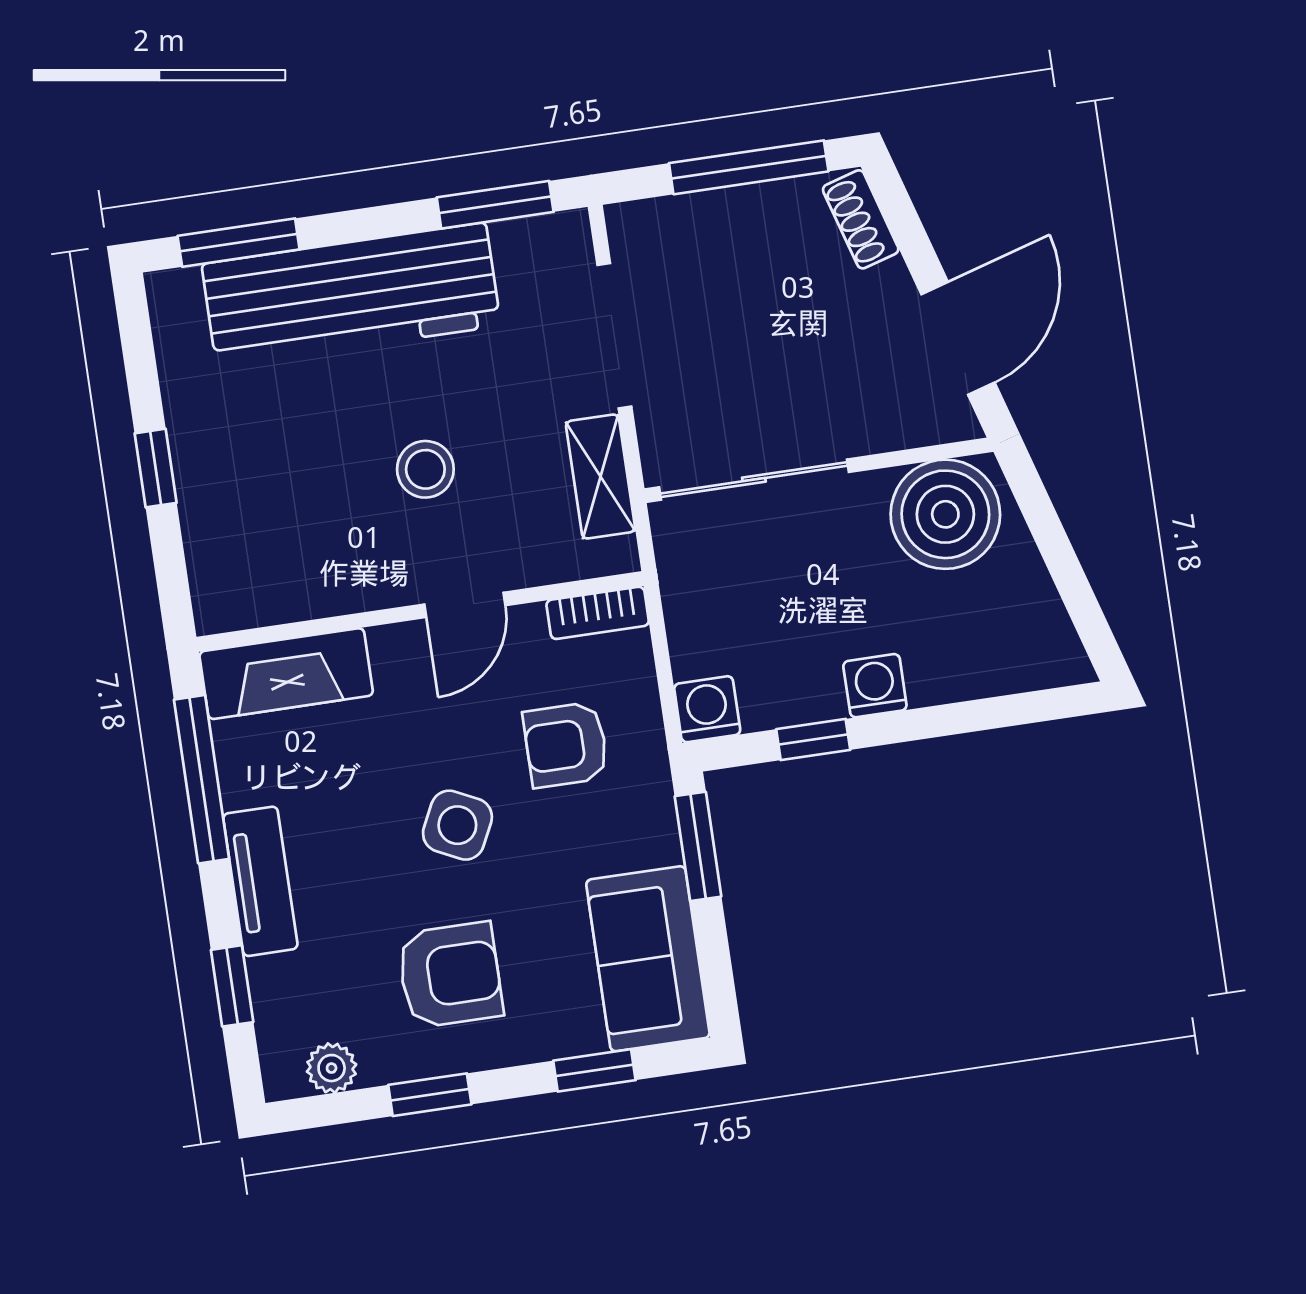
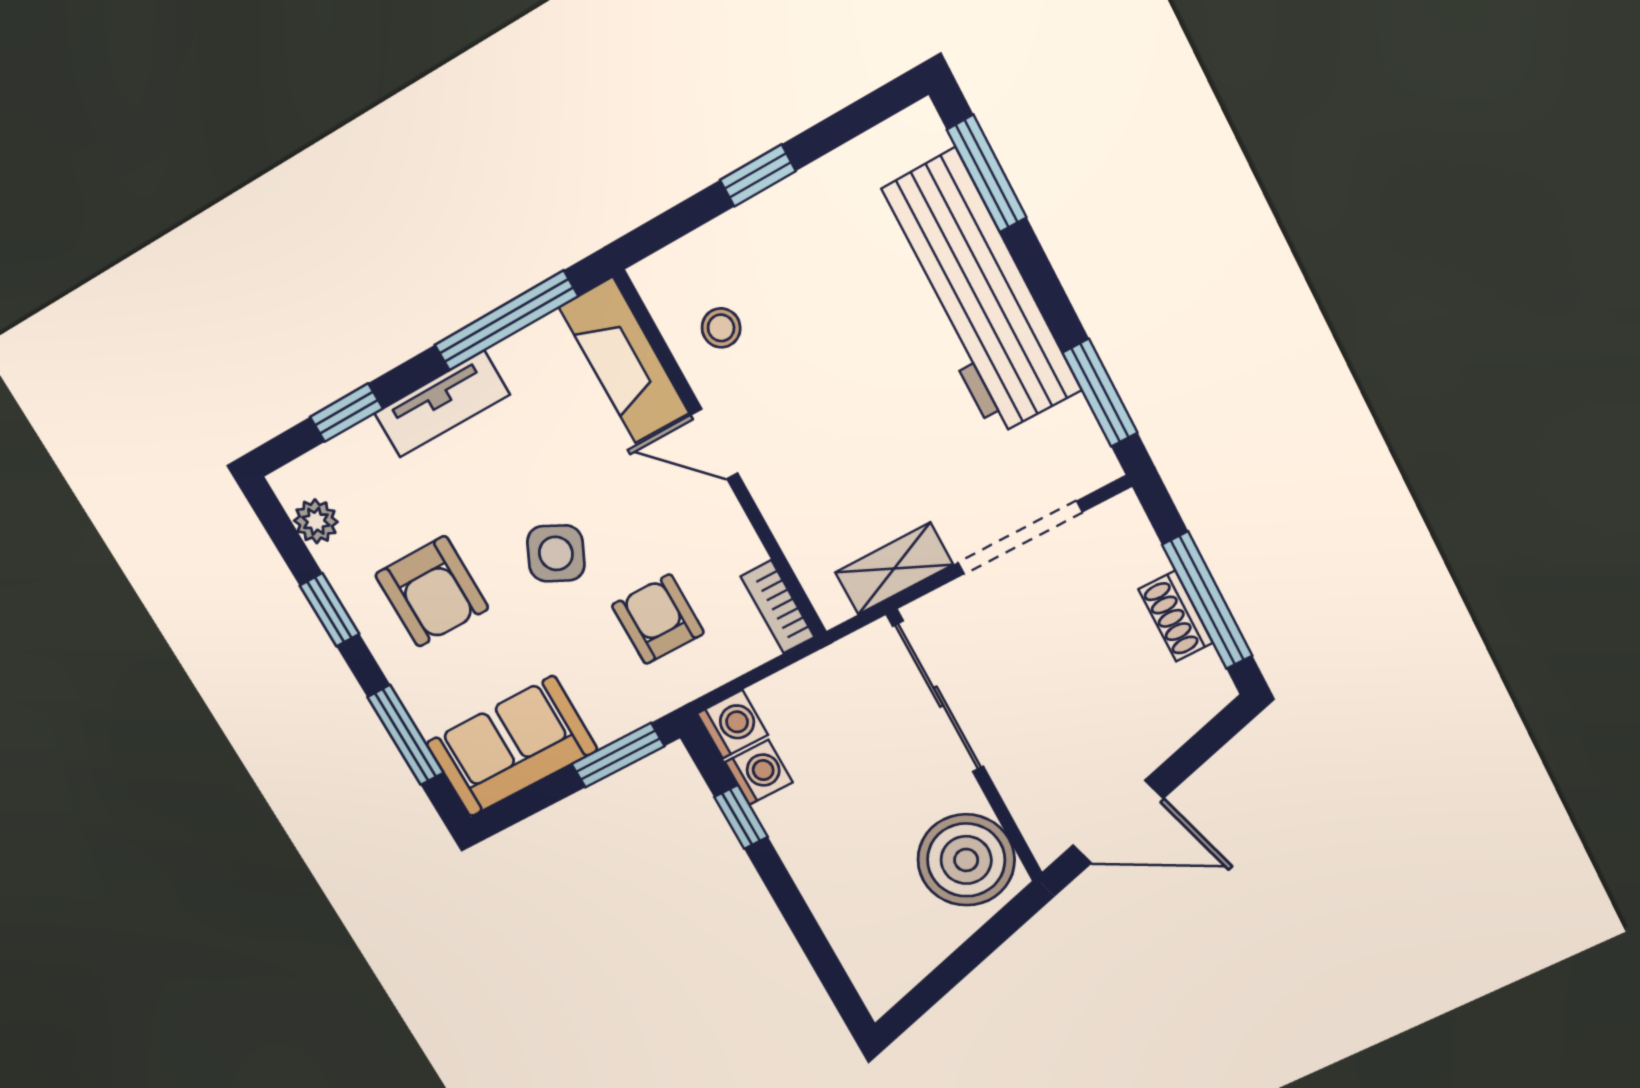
shoe rack: (861, 219) -> (1176, 616), moved, turned -73
stool: (425, 469) -> (721, 328), moved, width x0.73, depth x0.73
door: (465, 605) -> (715, 444), moved
washing machine: (875, 686) -> (759, 772), moved
window: (594, 1070) -> (406, 735), width x1.50

